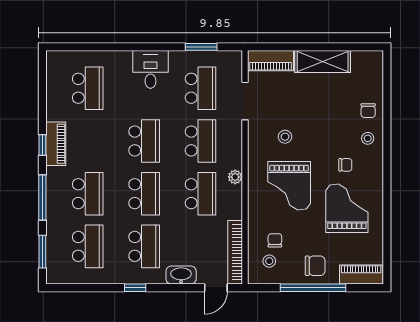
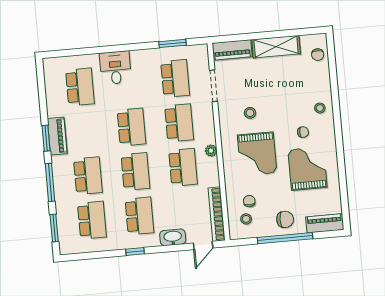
desk: (150, 69) -> (115, 68), moved
chair: (368, 111) -> (318, 55), moved
window: (42, 145) -> (46, 138), width x1.50

